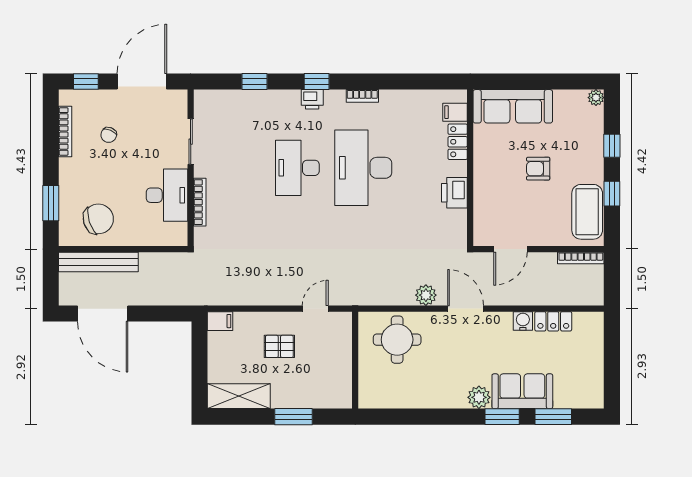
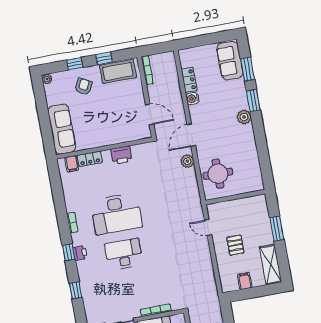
desk: (297, 168) -> (124, 254), turned 180
armchair: (538, 169) -> (83, 87), moved, turned -153
filing cabinet: (220, 321) -> (245, 281), moved
sofa: (522, 391) -> (230, 61), moved

